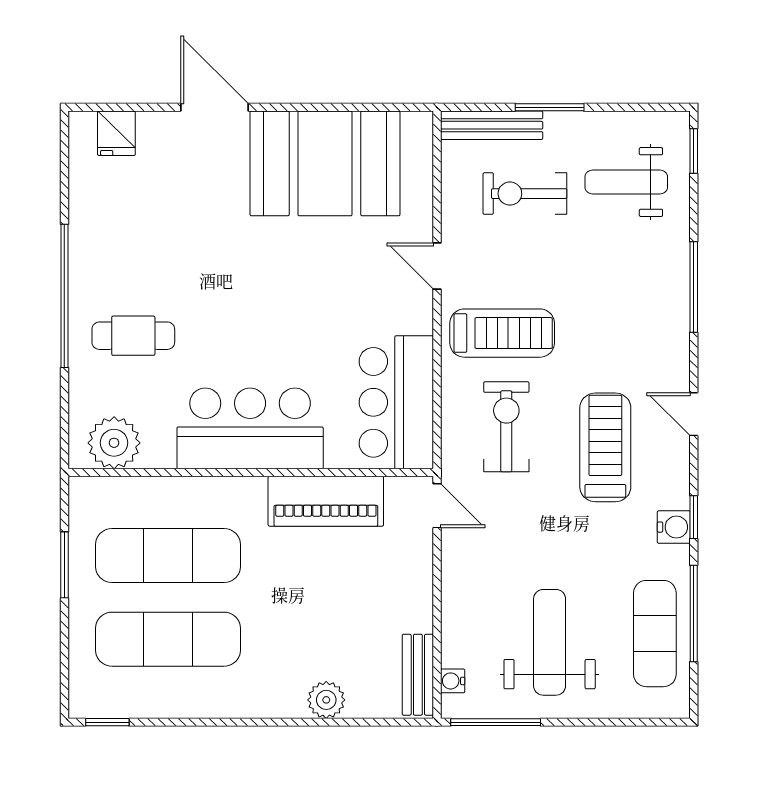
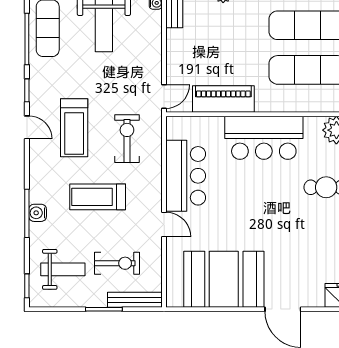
treadmill: (502, 333) -> (98, 197), moved
bar counter: (396, 402) -> (186, 176), moved
door: (694, 414) -> (27, 127), moved
exercise bike: (506, 427) -> (127, 139), turned 180
door: (437, 506) -> (164, 96), swing flipped
water cooler: (674, 527) -> (38, 213), moved

